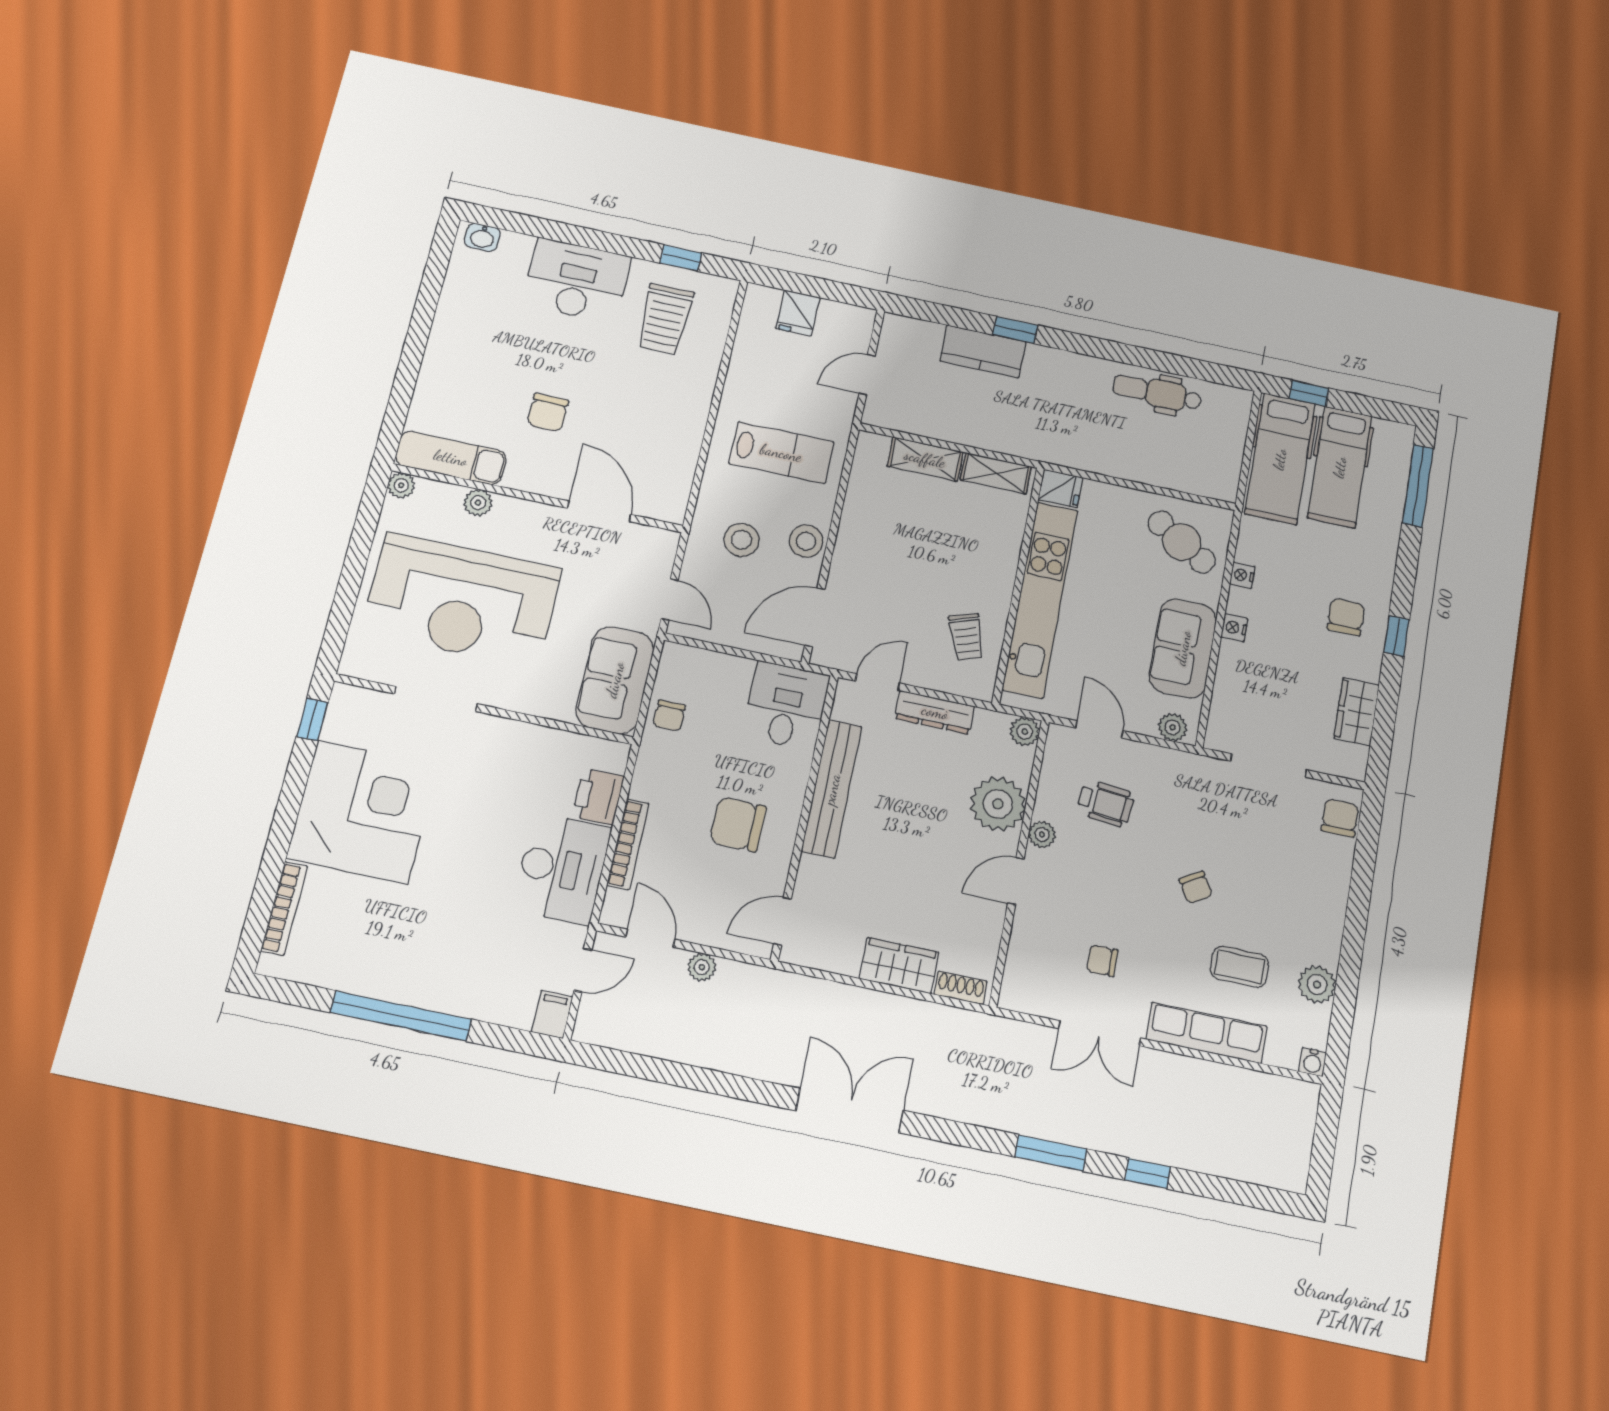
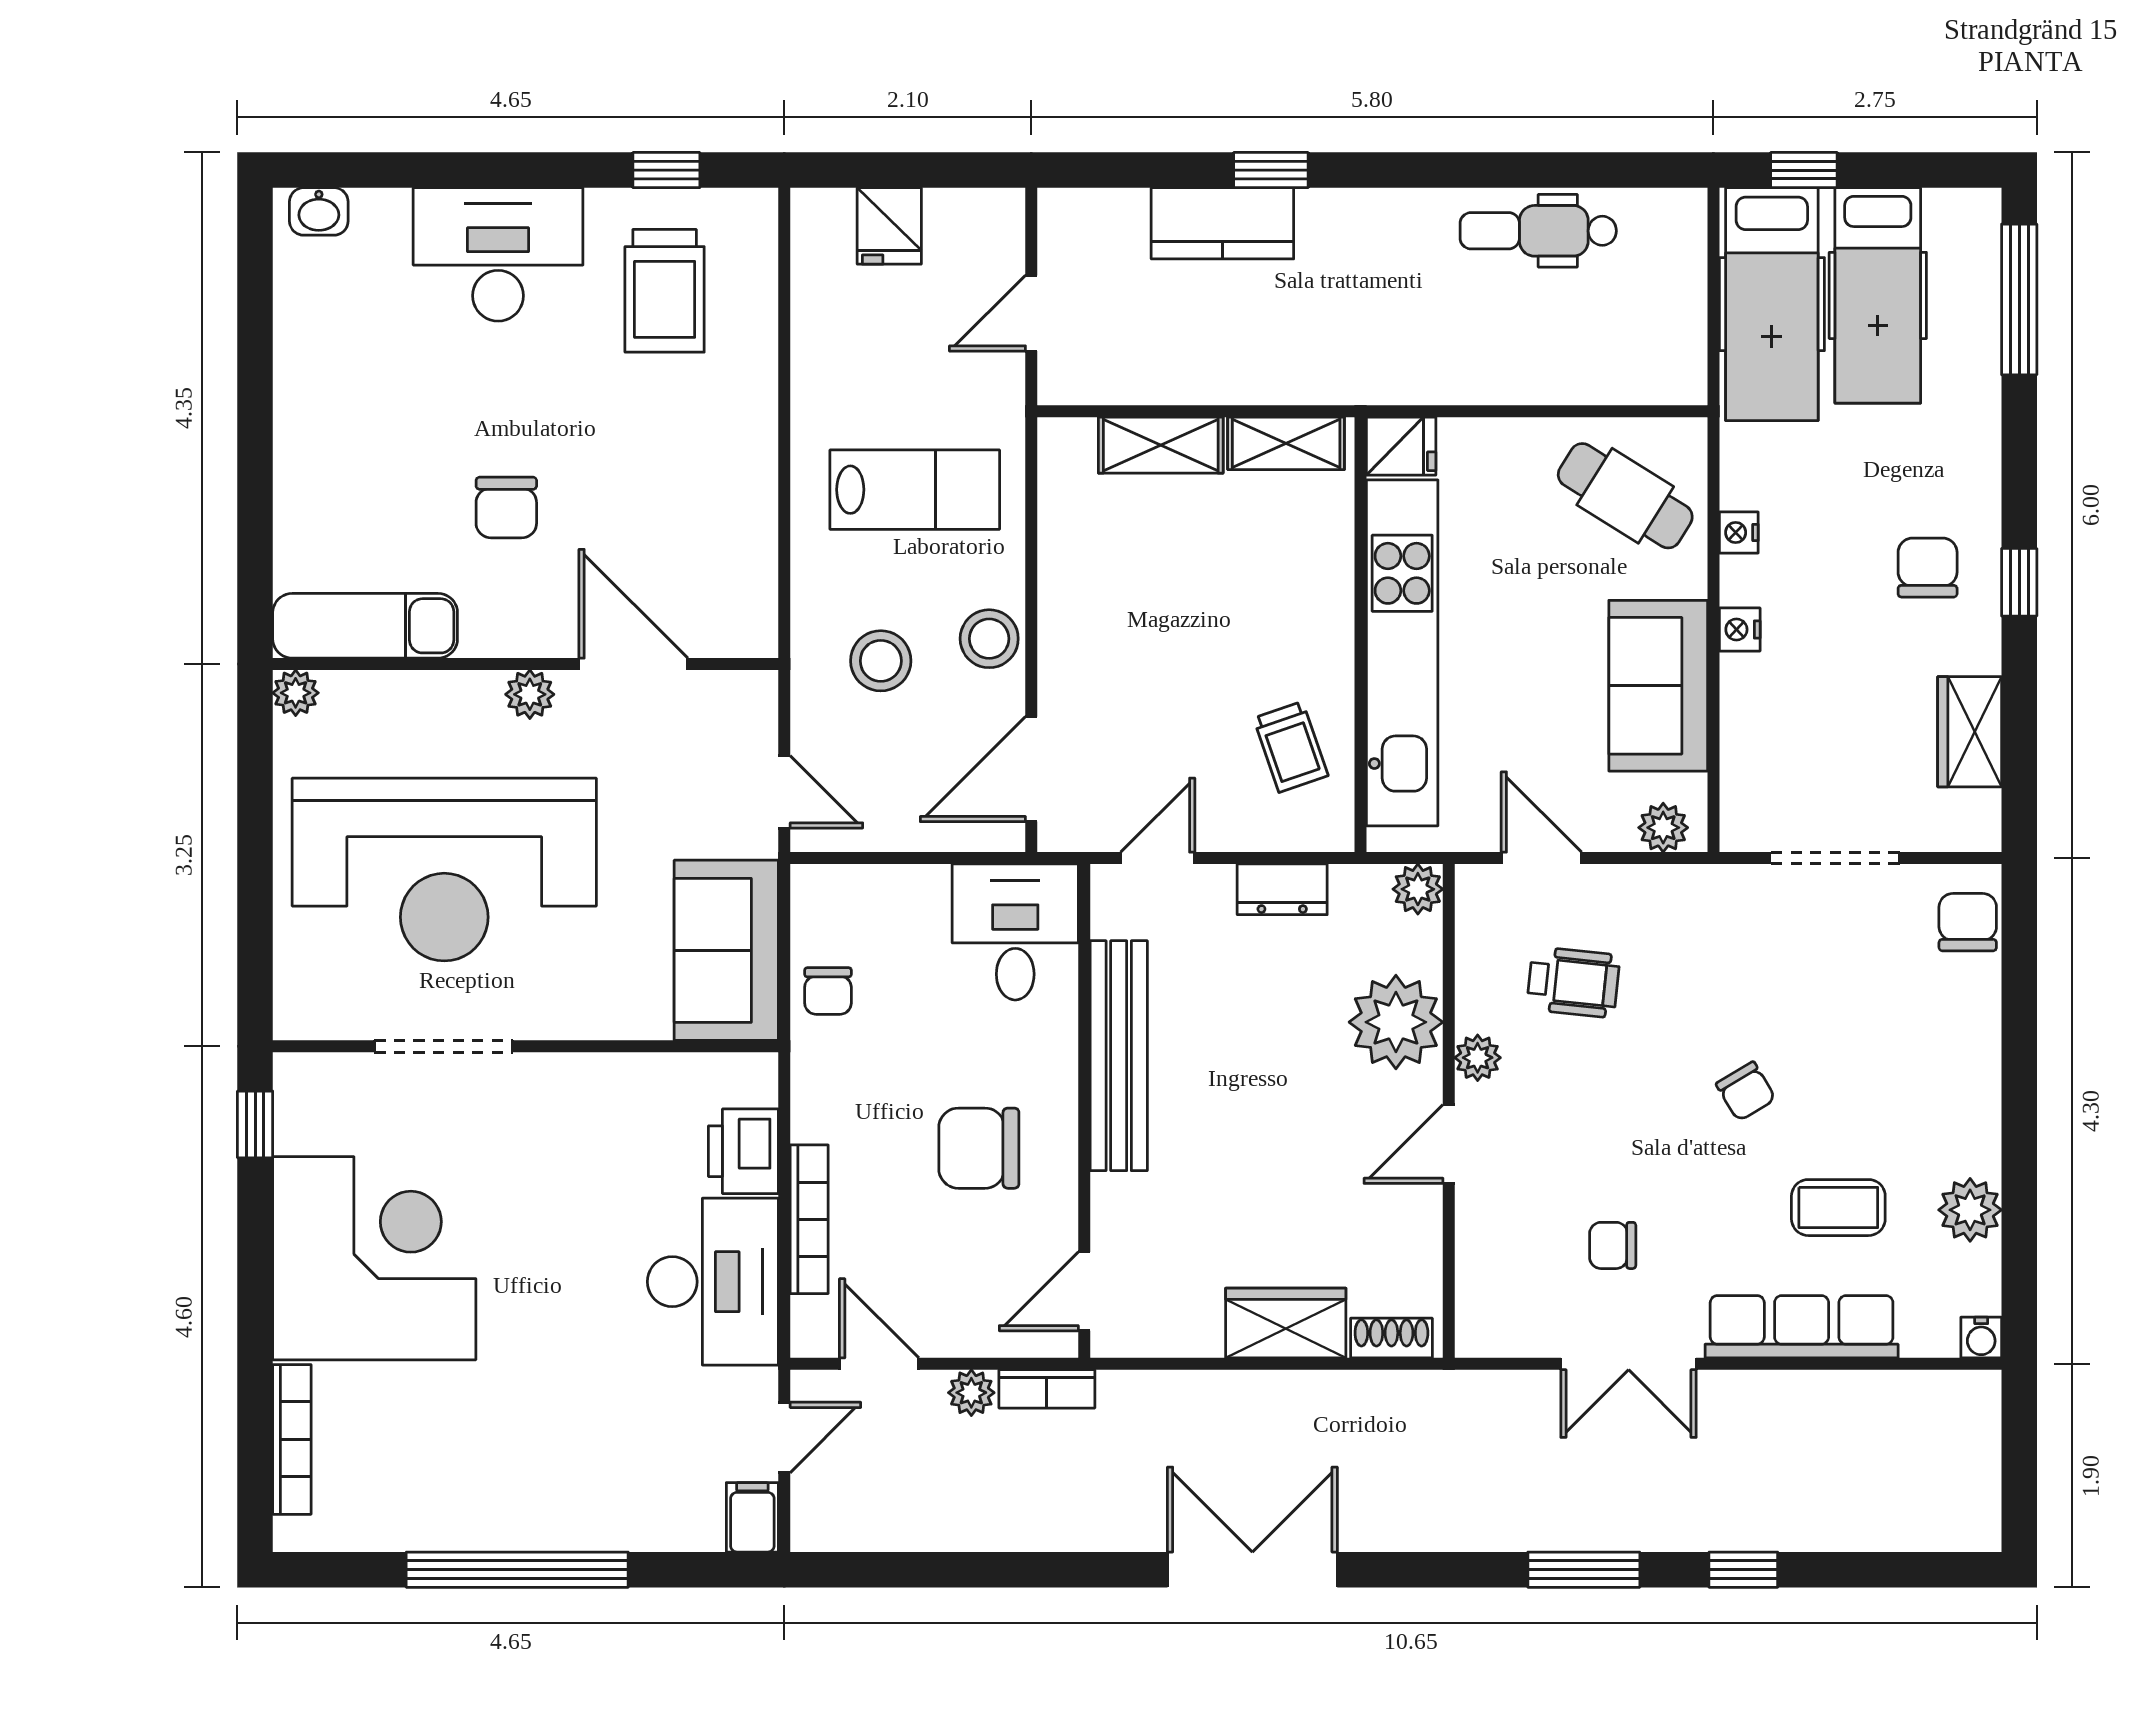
plant: (478, 503) -> (530, 694), moved
dresser: (935, 712) -> (1282, 889), width x0.70
bookcase: (748, 974) -> (1047, 1389), added

